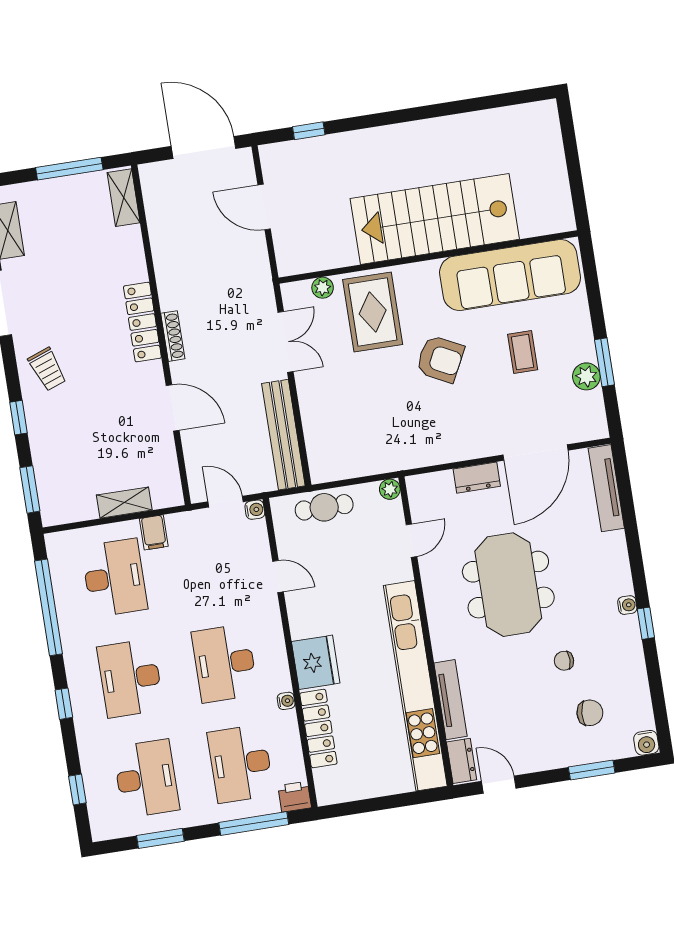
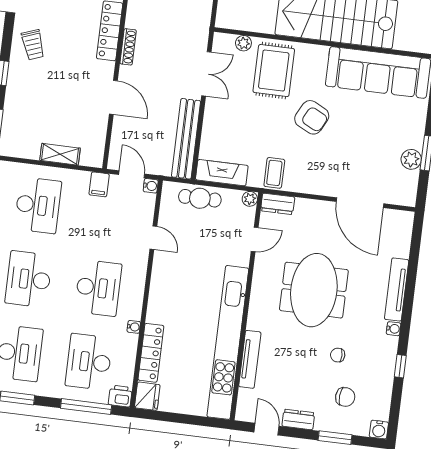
coffee table: (523, 352) -> (274, 173), moved
door: (536, 453) -> (360, 203), hinge flipped
fireplace: (343, 466) -> (222, 173), added
dresser: (477, 478) -> (278, 204), moved
tv unit: (606, 488) -> (397, 289), moved
filing cabinet: (154, 532) -> (99, 184), moved
window: (646, 623) -> (400, 366), moved
fridge: (316, 662) -> (147, 396), moved, width x0.73, depth x0.75
desk: (225, 663) -> (98, 288), turned 180
dresser: (462, 761) -> (298, 419), moved, turned -90

